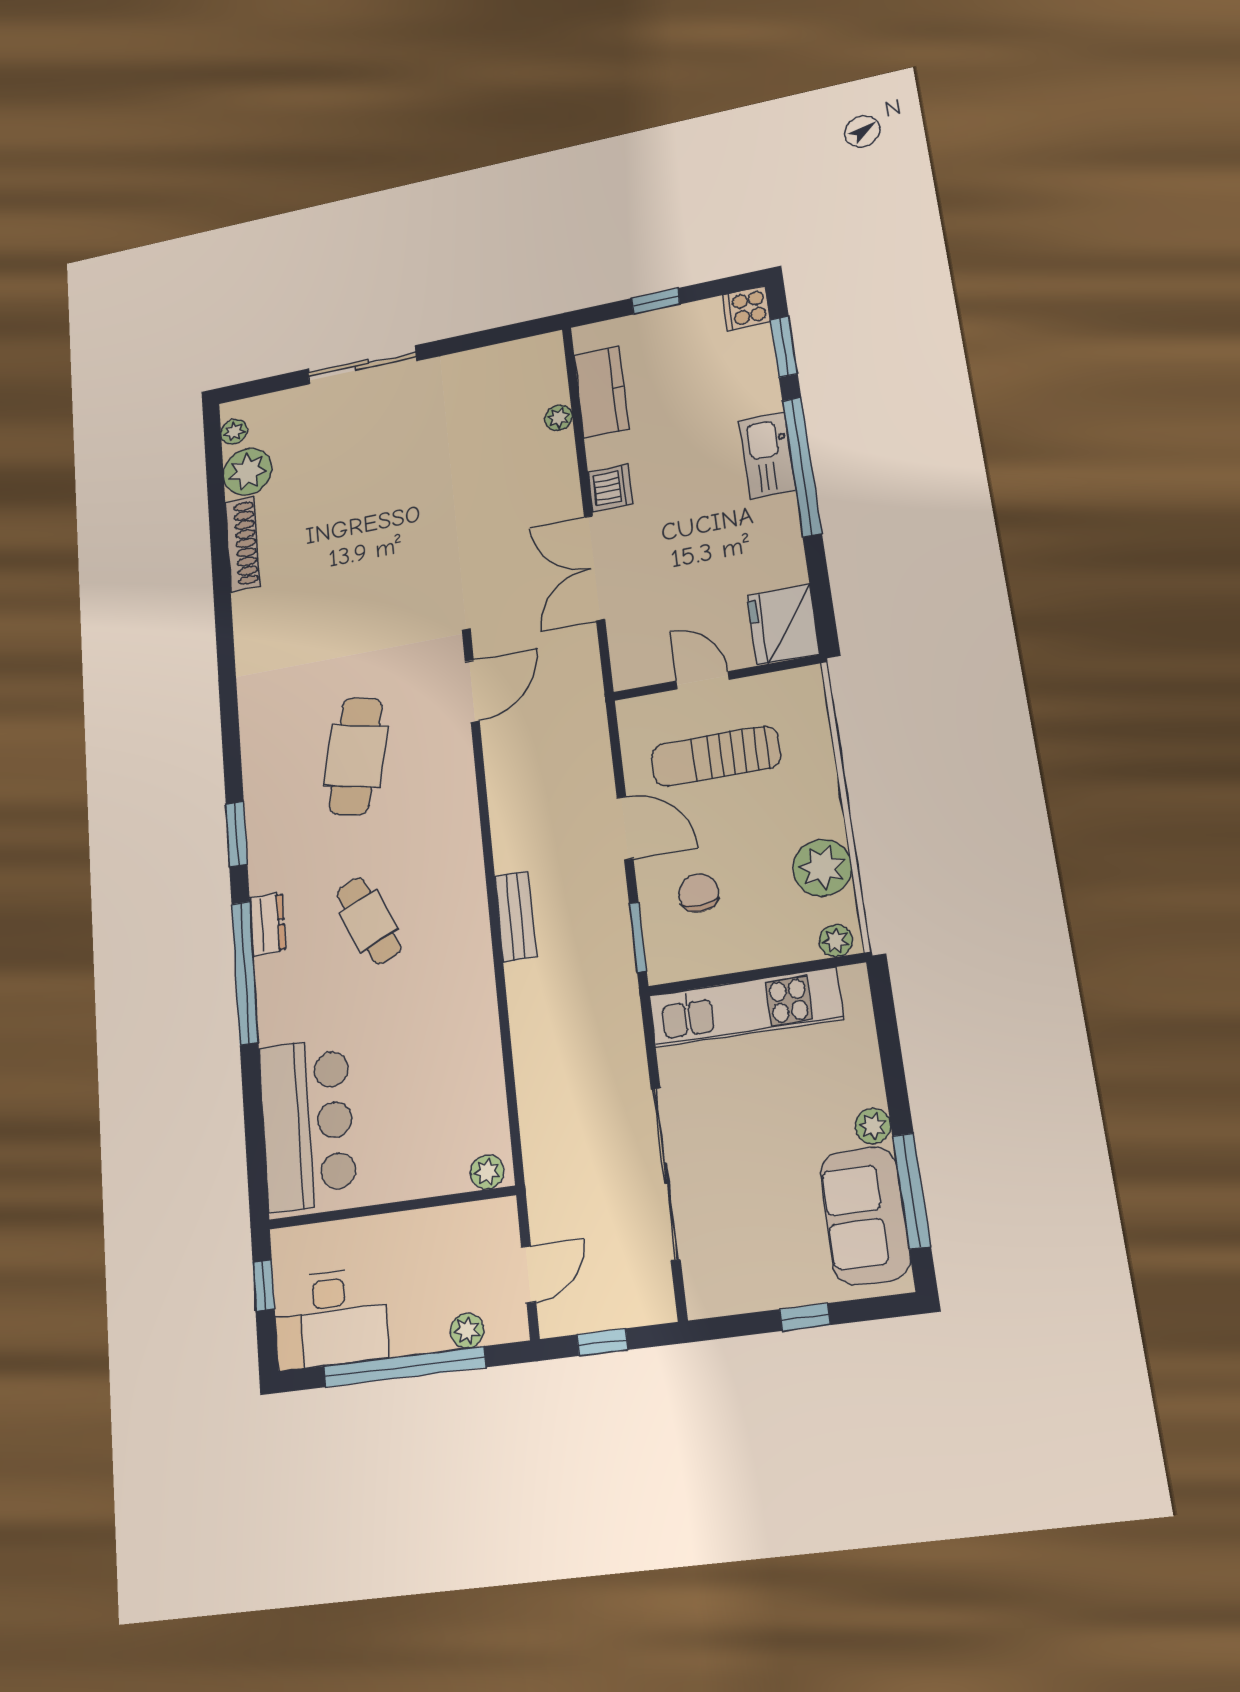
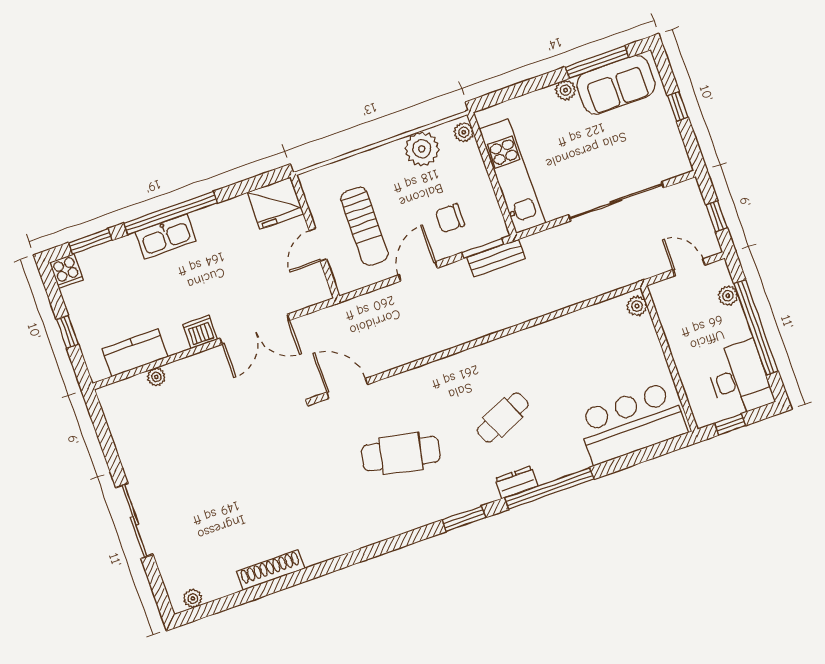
plant: (248, 472) -> (220, 581), removed
bench: (516, 916) -> (496, 258), moved

